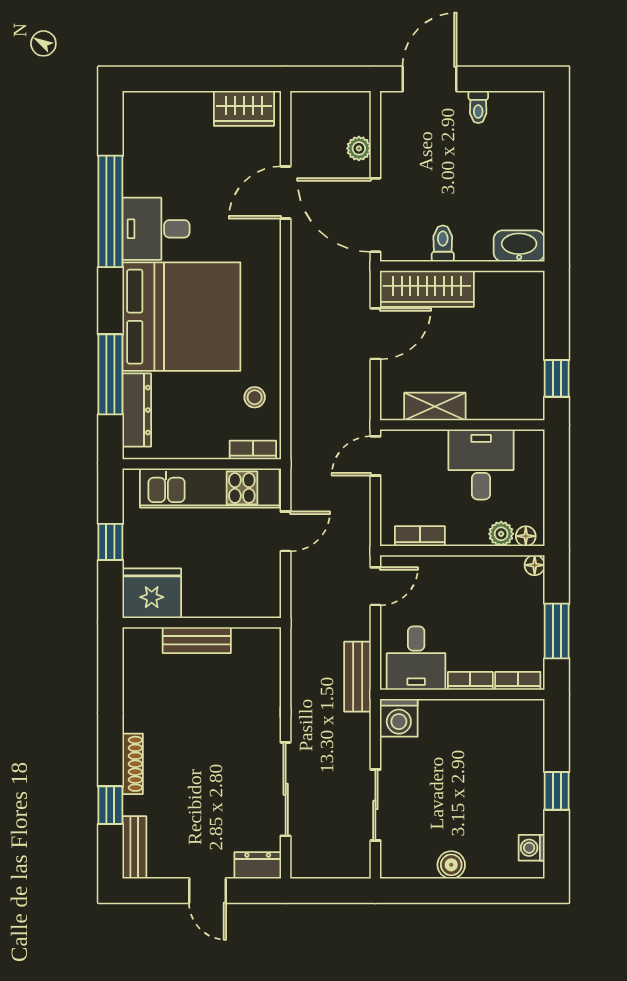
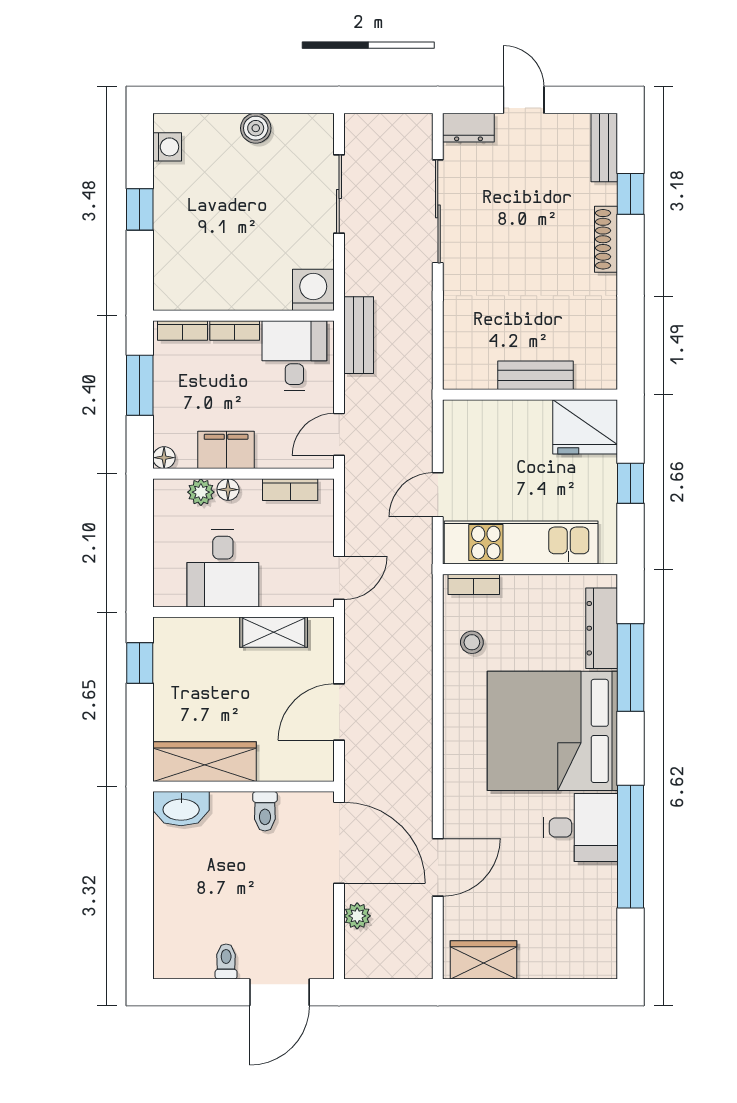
wardrobe: (427, 289) -> (205, 762), moved
floor lamp: (526, 536) -> (228, 490), moved
filing cabinet: (478, 572) -> (226, 450), added

